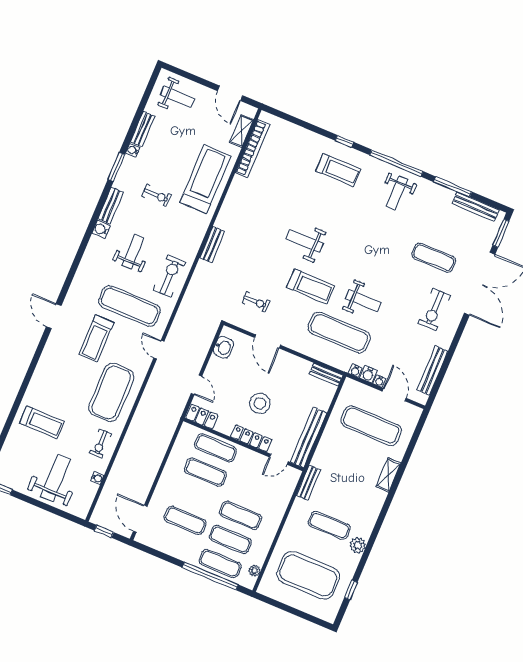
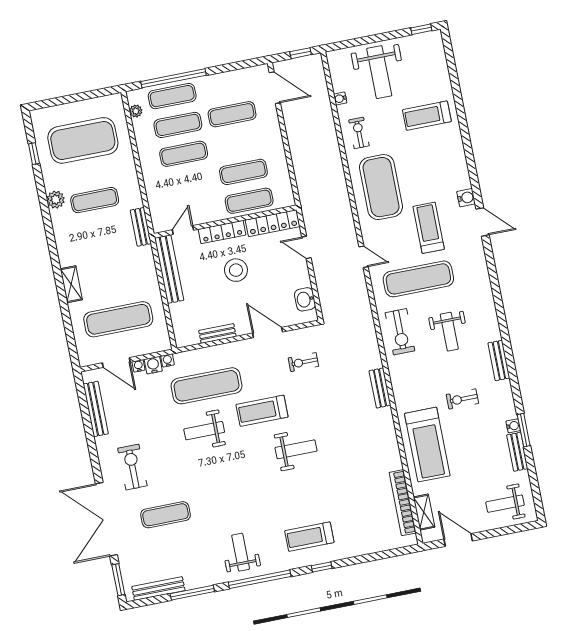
window: (116, 167) -> (524, 430), moved
water cooler: (101, 229) -> (466, 198), moved
bench: (326, 375) -> (217, 333), moved
locker: (202, 417) -> (273, 223), width x1.53

